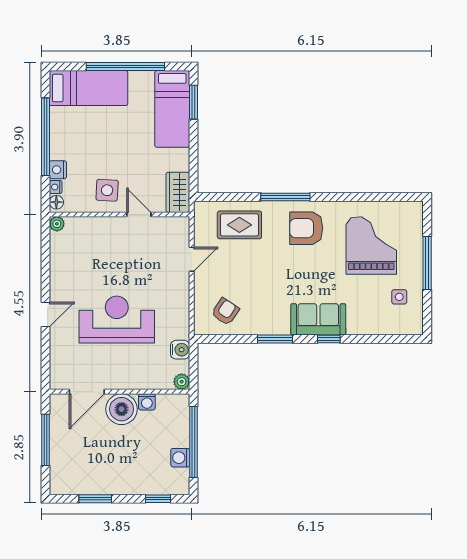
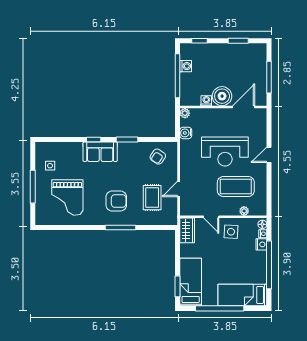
plant: (57, 224) -> (244, 211), moved
rug: (239, 225) -> (152, 198), moved, turned 90
armchair: (306, 228) -> (116, 201), moved
coffee table: (99, 263) -> (236, 187), added

